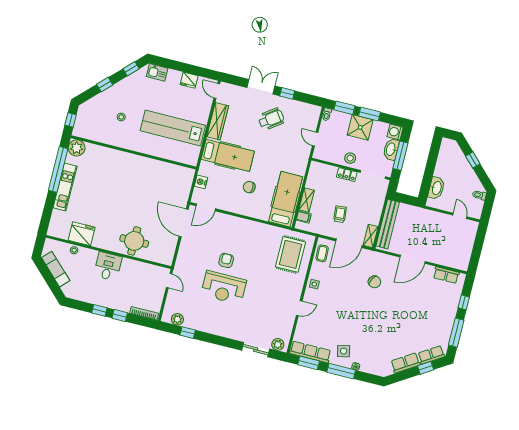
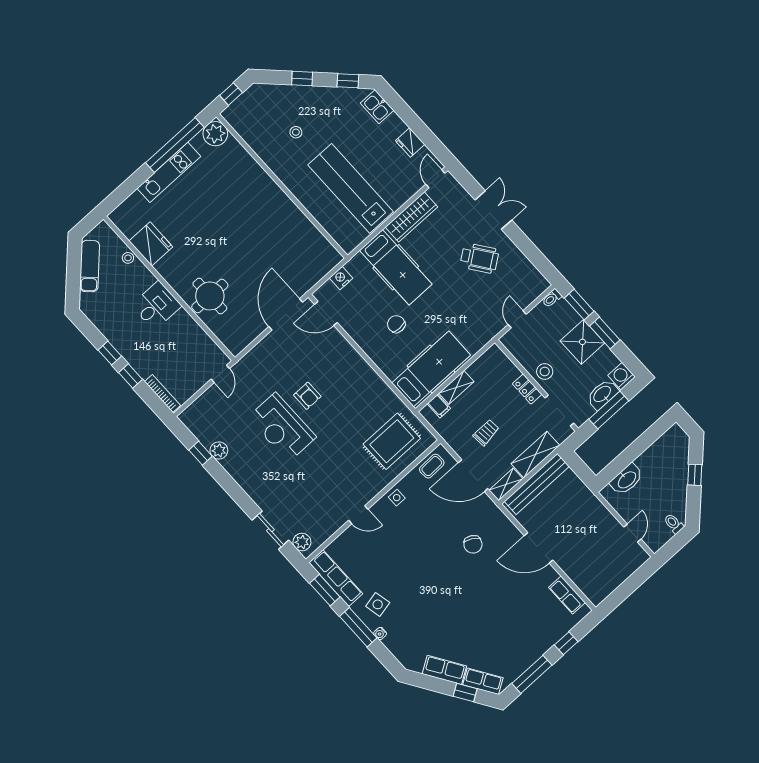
window: (287, 93) -> (520, 240), removed
shelving: (376, 208) -> (535, 455), added
armchair: (226, 260) -> (307, 396), turned 90
plant: (177, 319) -> (219, 451), moved

